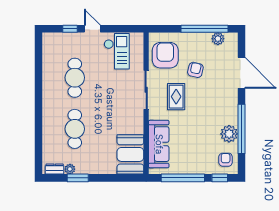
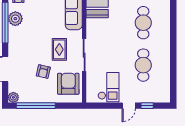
door: (92, 29) -> (129, 106), hinge flipped
plant: (218, 39) -> (13, 97), moved
checkout: (117, 51) -> (108, 87), turned 180
armchair: (165, 55) -> (68, 84), turned 180

